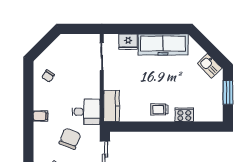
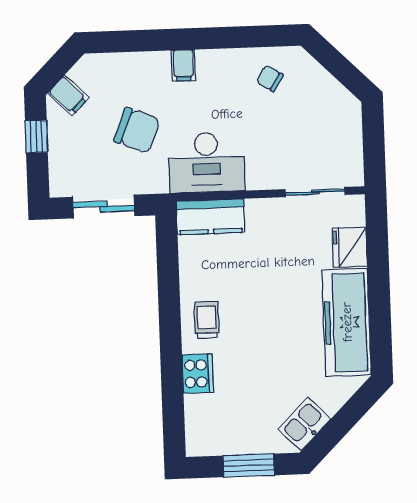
desk: (86, 112) -> (207, 162), width x1.37

